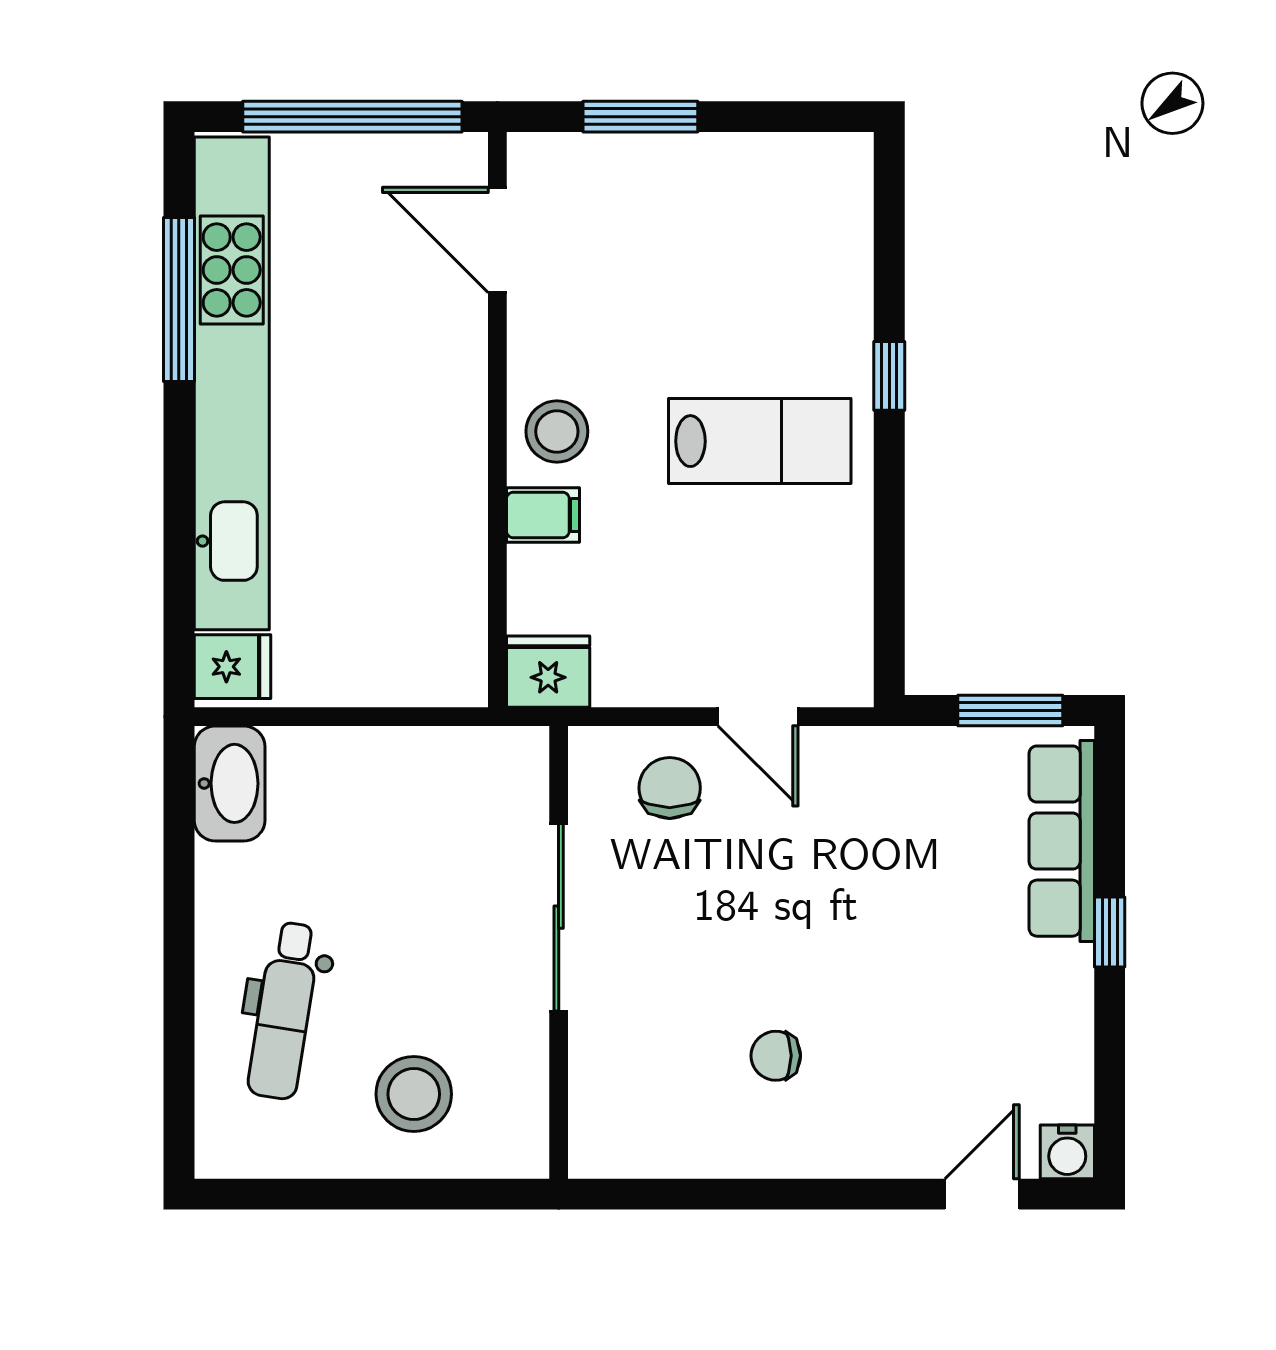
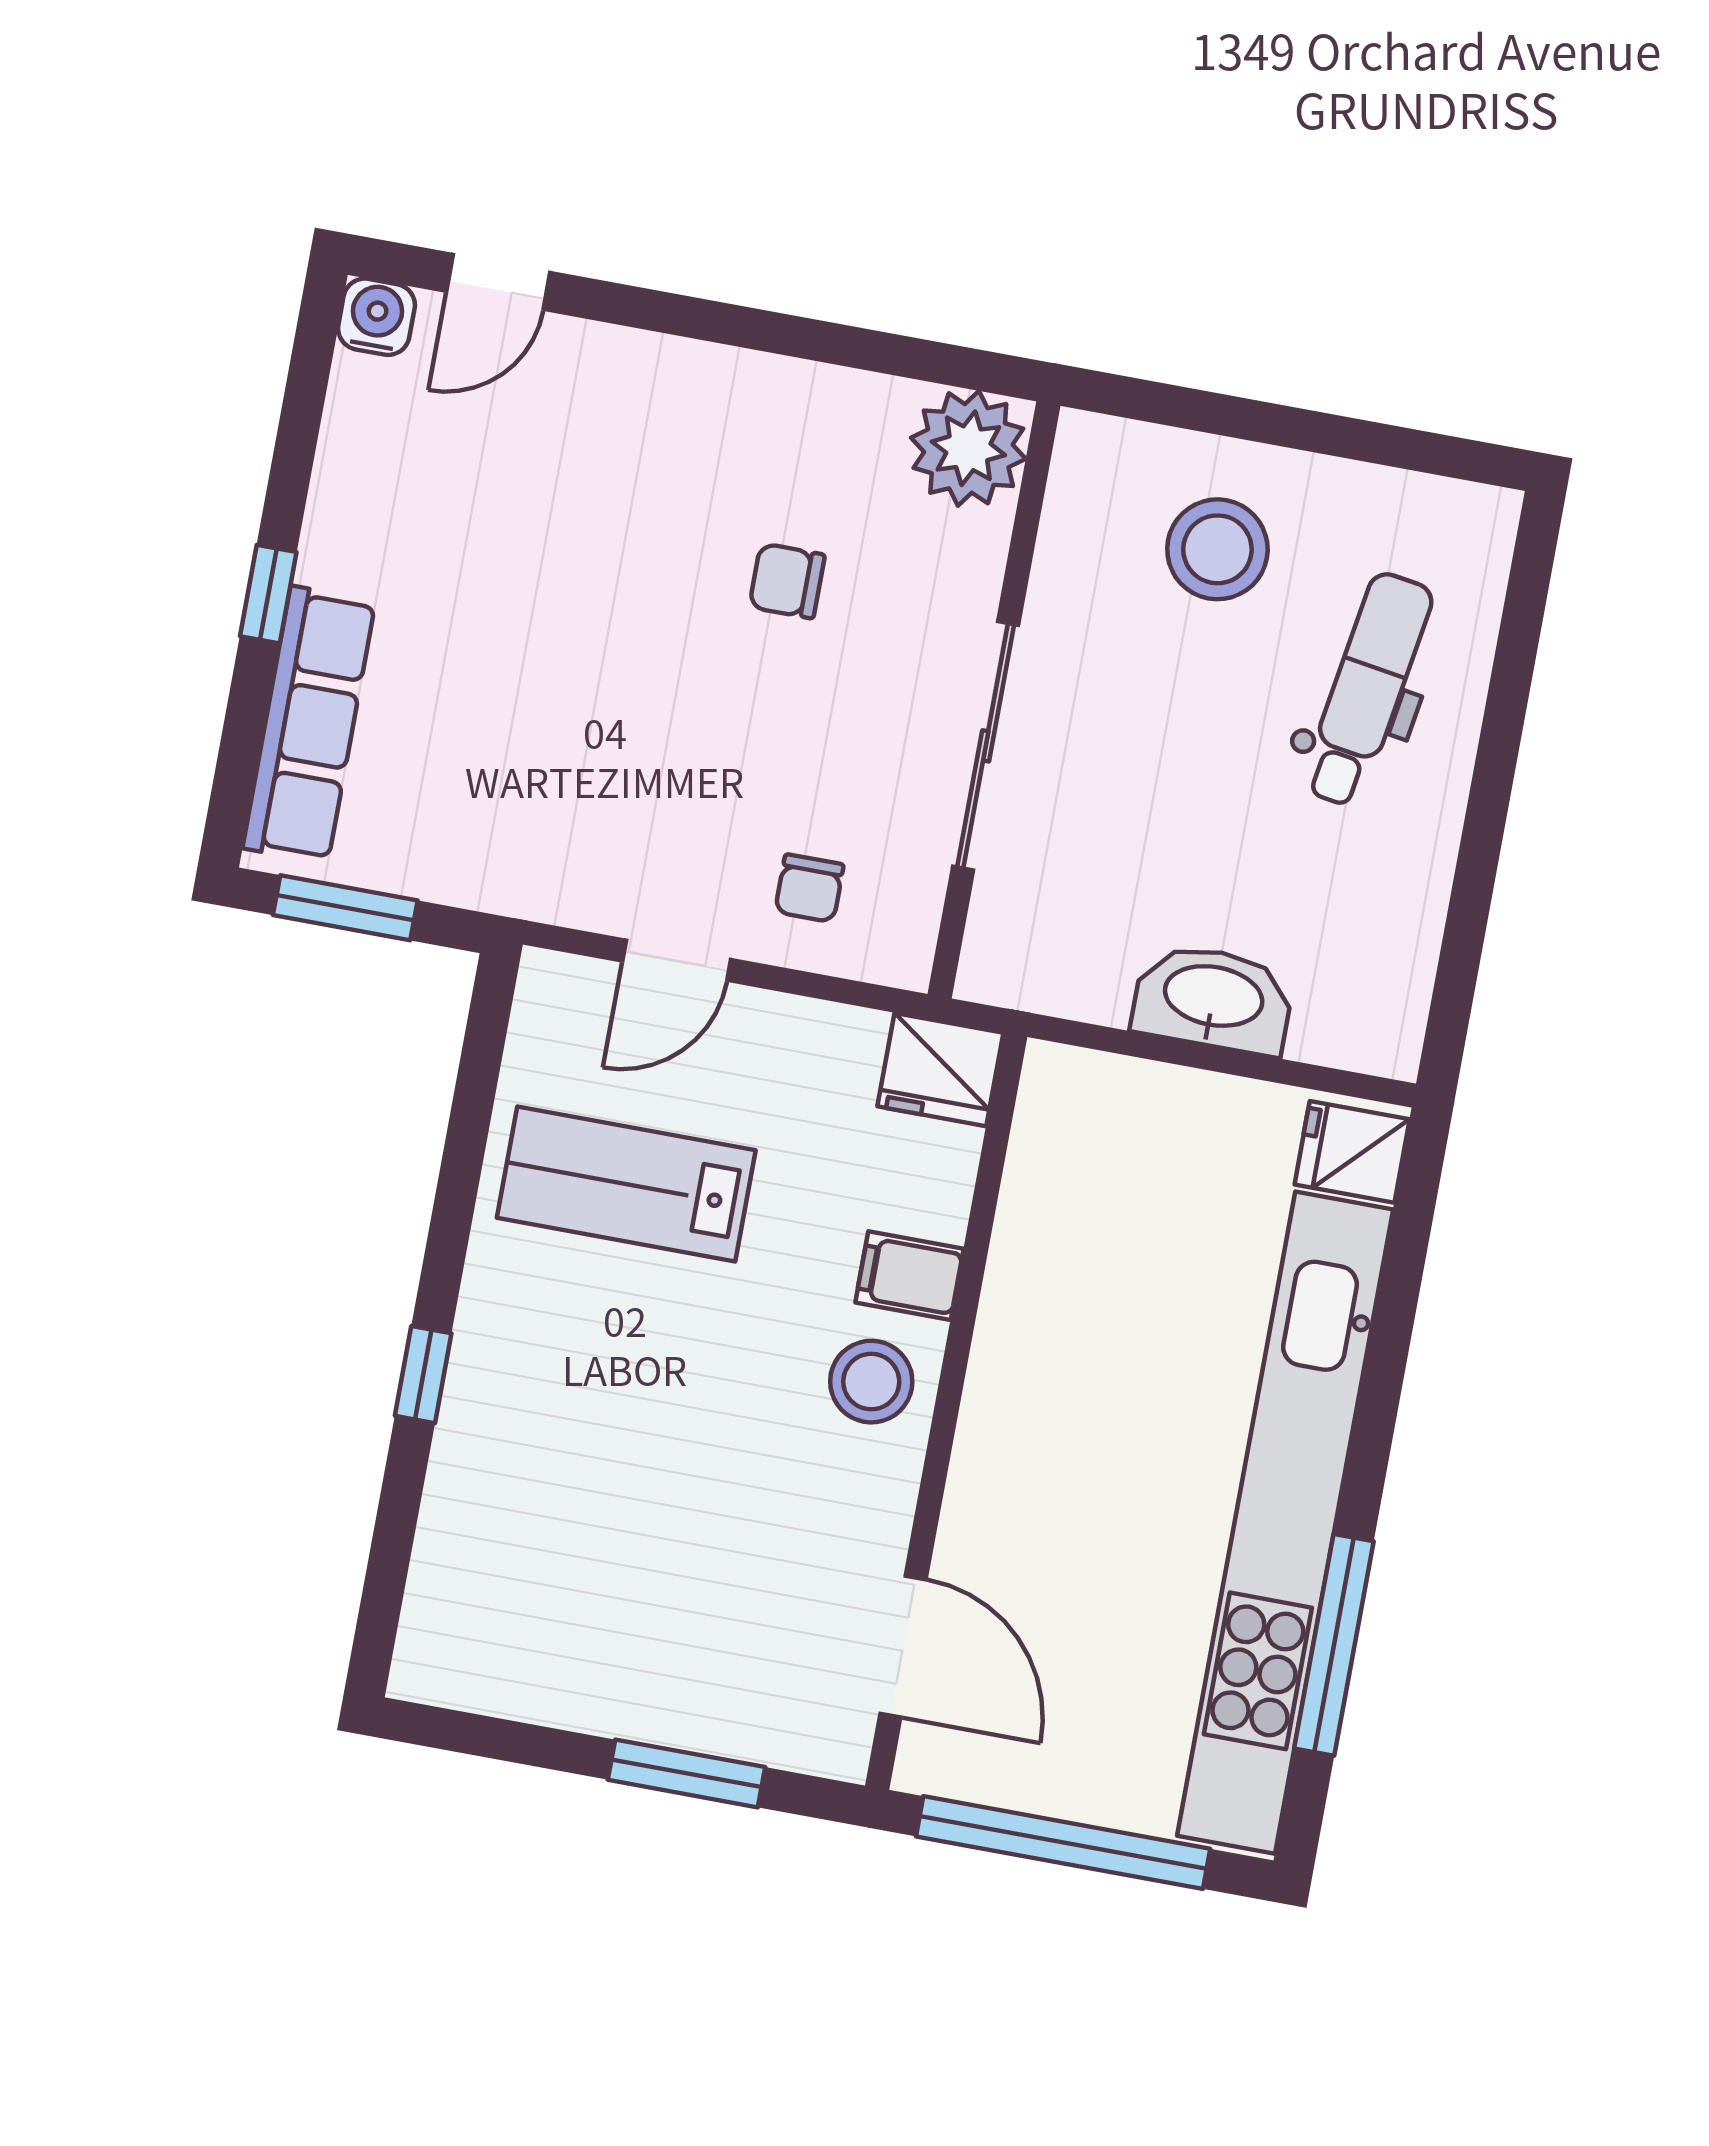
lab bench: (760, 441) -> (626, 1184), moved
door: (758, 717) -> (677, 960), swing flipped
washbasin: (230, 783) -> (1213, 999), moved, turned 90
chair: (670, 788) -> (809, 888), width x0.73, depth x0.73
chair: (776, 1056) -> (787, 581), moved, turned 180
plant: (612, 1135) -> (968, 448), added

